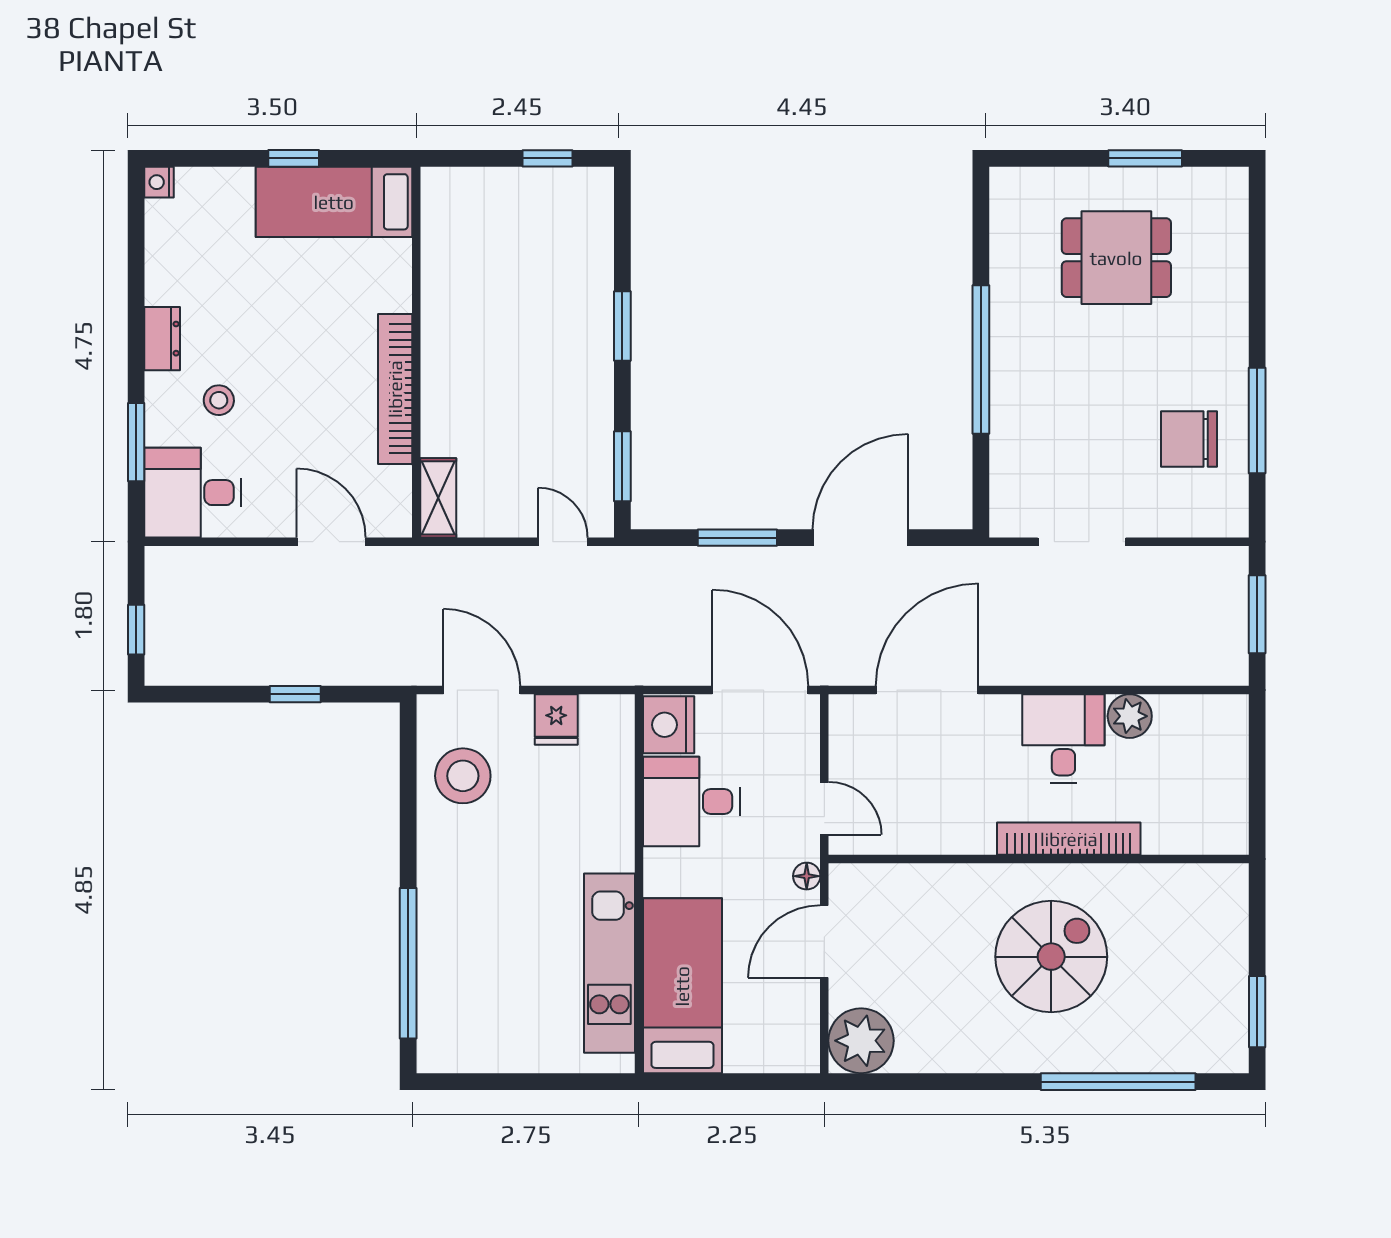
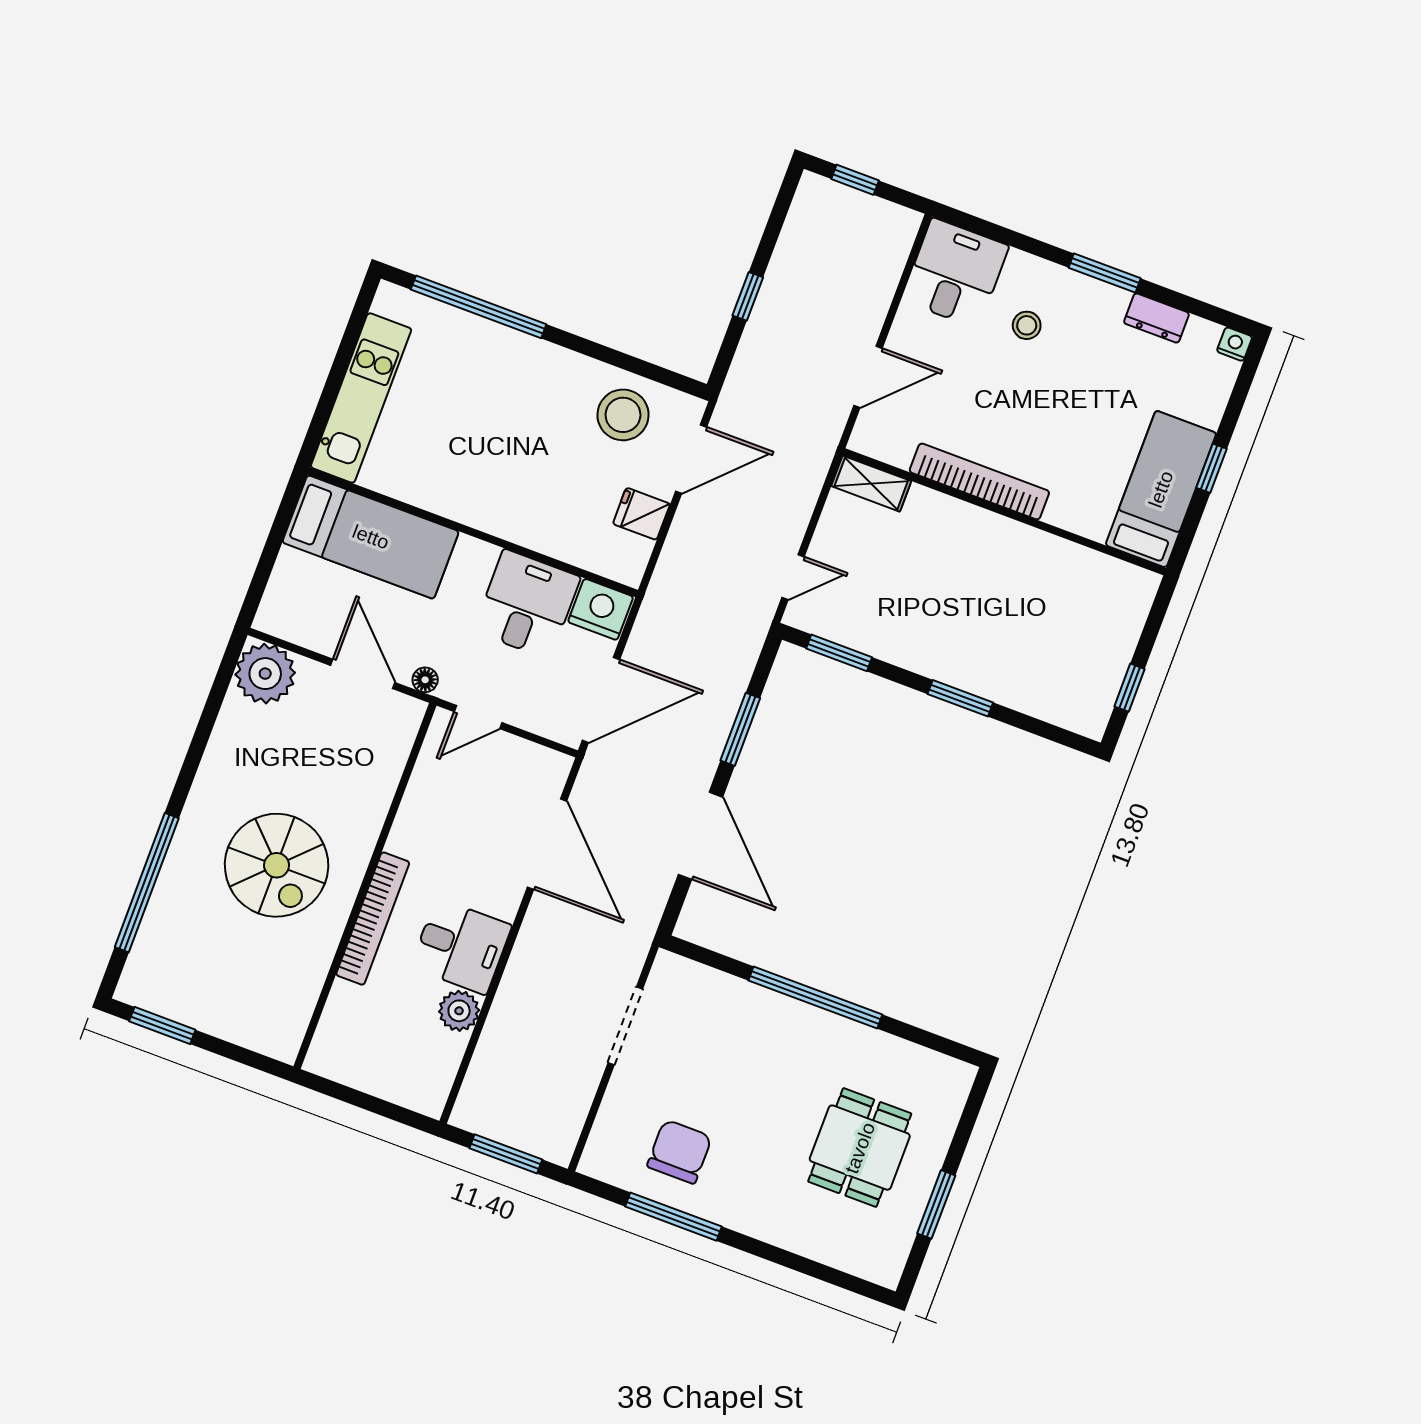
dresser: (162, 339) -> (1156, 318), moved
window: (136, 442) -> (1105, 273), moved
kitchen unit: (609, 963) -> (361, 398), moved, turned 90

